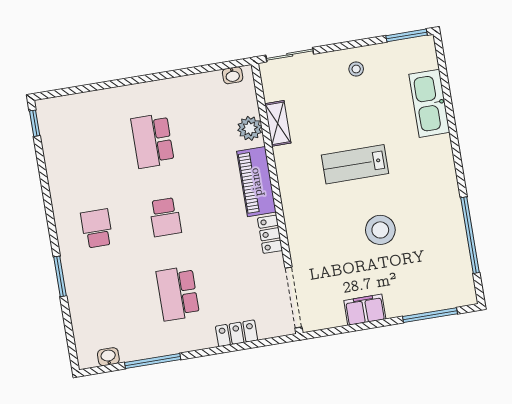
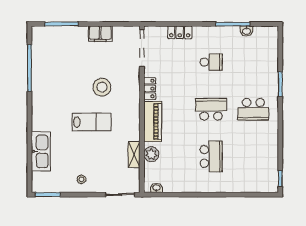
school desk: (165, 217) -> (211, 109), width x1.85
school desk: (97, 228) -> (253, 109), width x1.85
stool: (380, 230) -> (102, 87), moved
school desk: (178, 293) -> (211, 62), width x0.54
washbasin: (108, 357) -> (247, 31), moved

